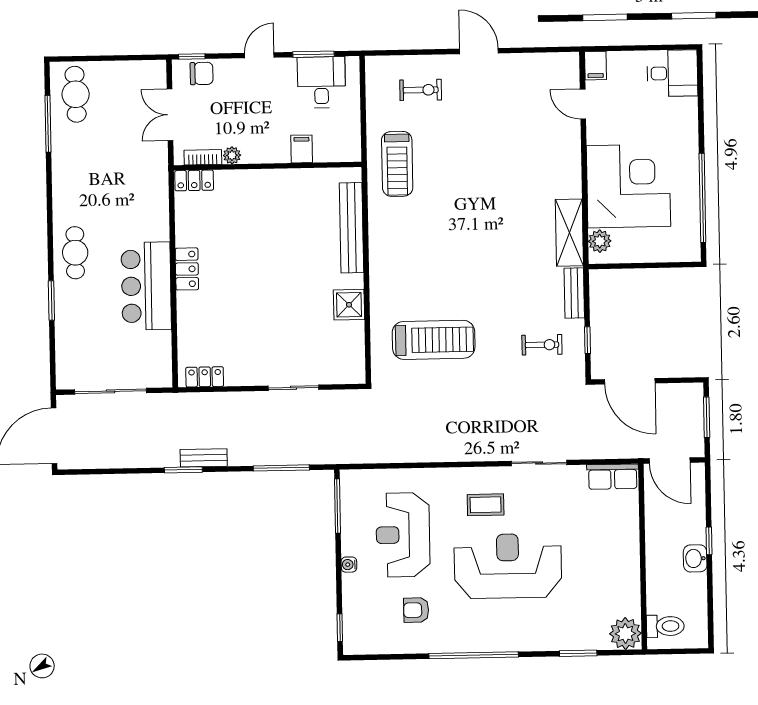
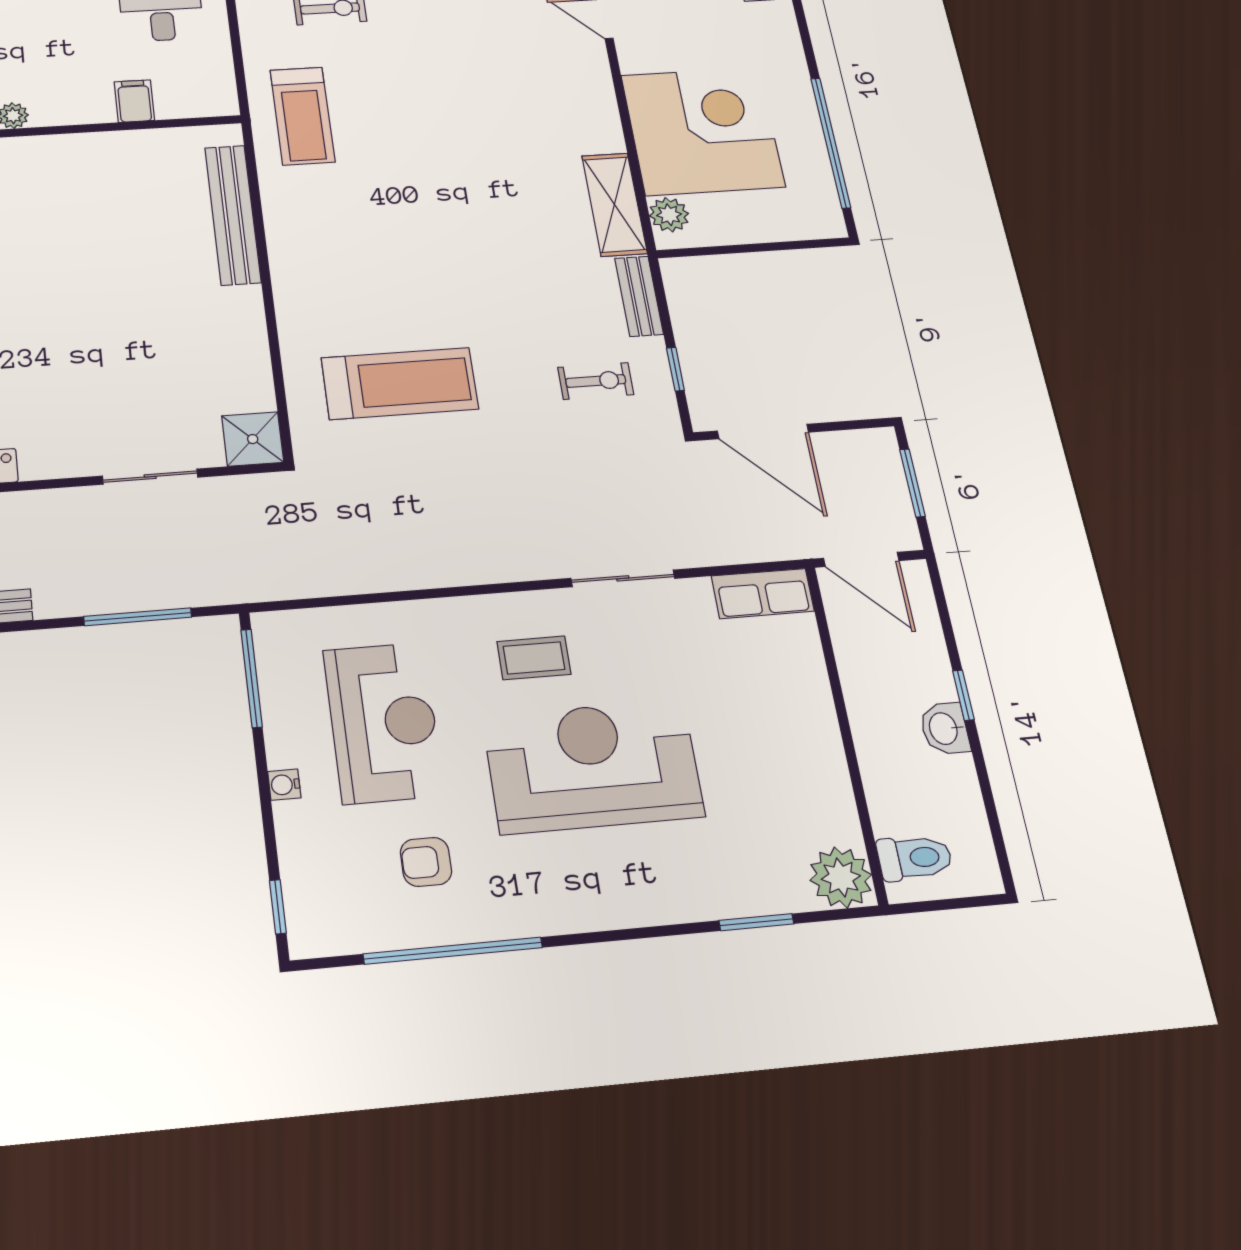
shower: (349, 305) -> (253, 439), moved
reception desk: (403, 535) -> (383, 722), turned 180
window: (474, 655) -> (453, 951), moved

